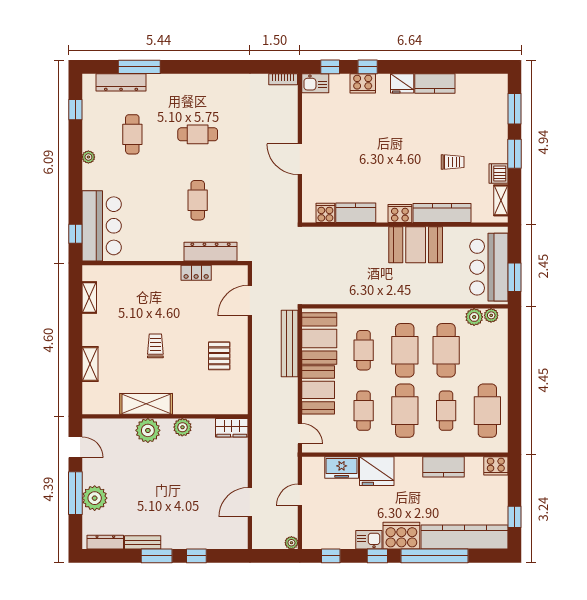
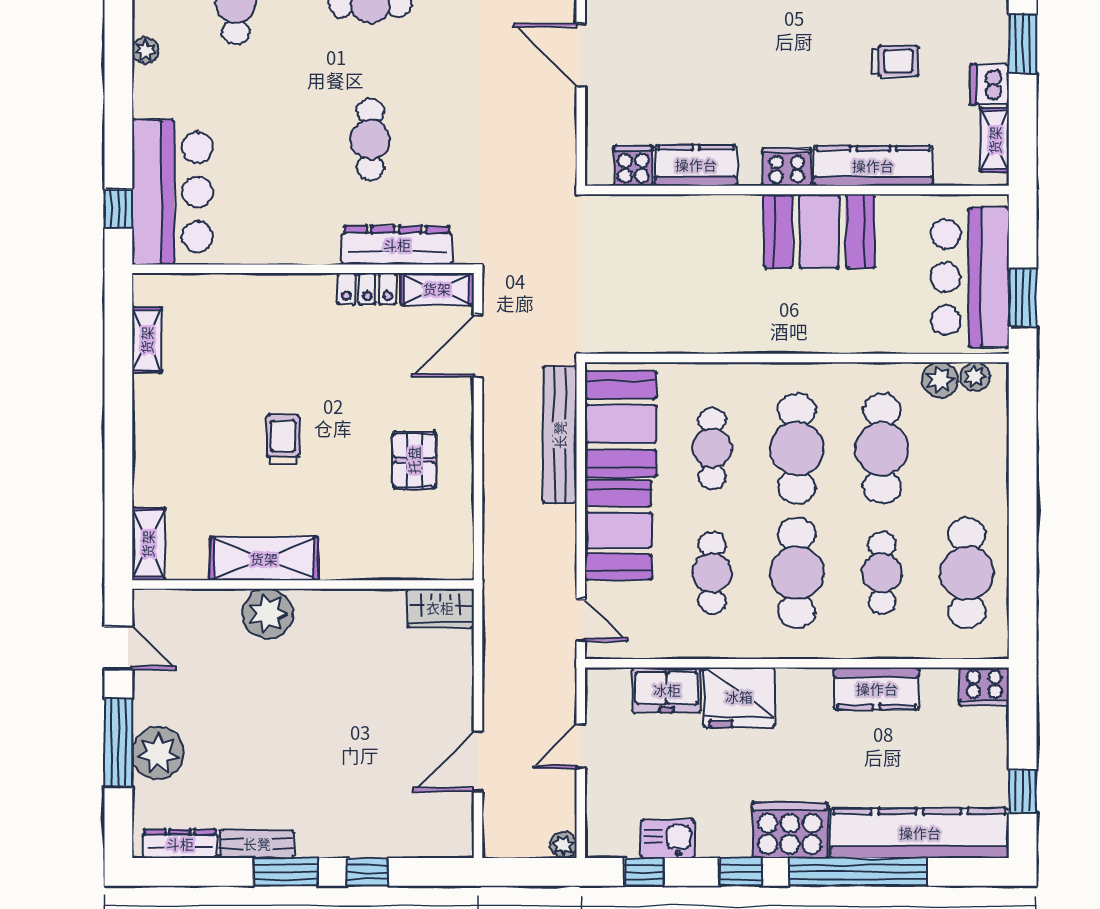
shelving: (230, 273) -> (437, 289), added
shelving: (90, 364) -> (148, 544), moved
plant: (182, 427) -> (339, 607), removed
kitchen sink: (369, 540) -> (668, 839), moved

